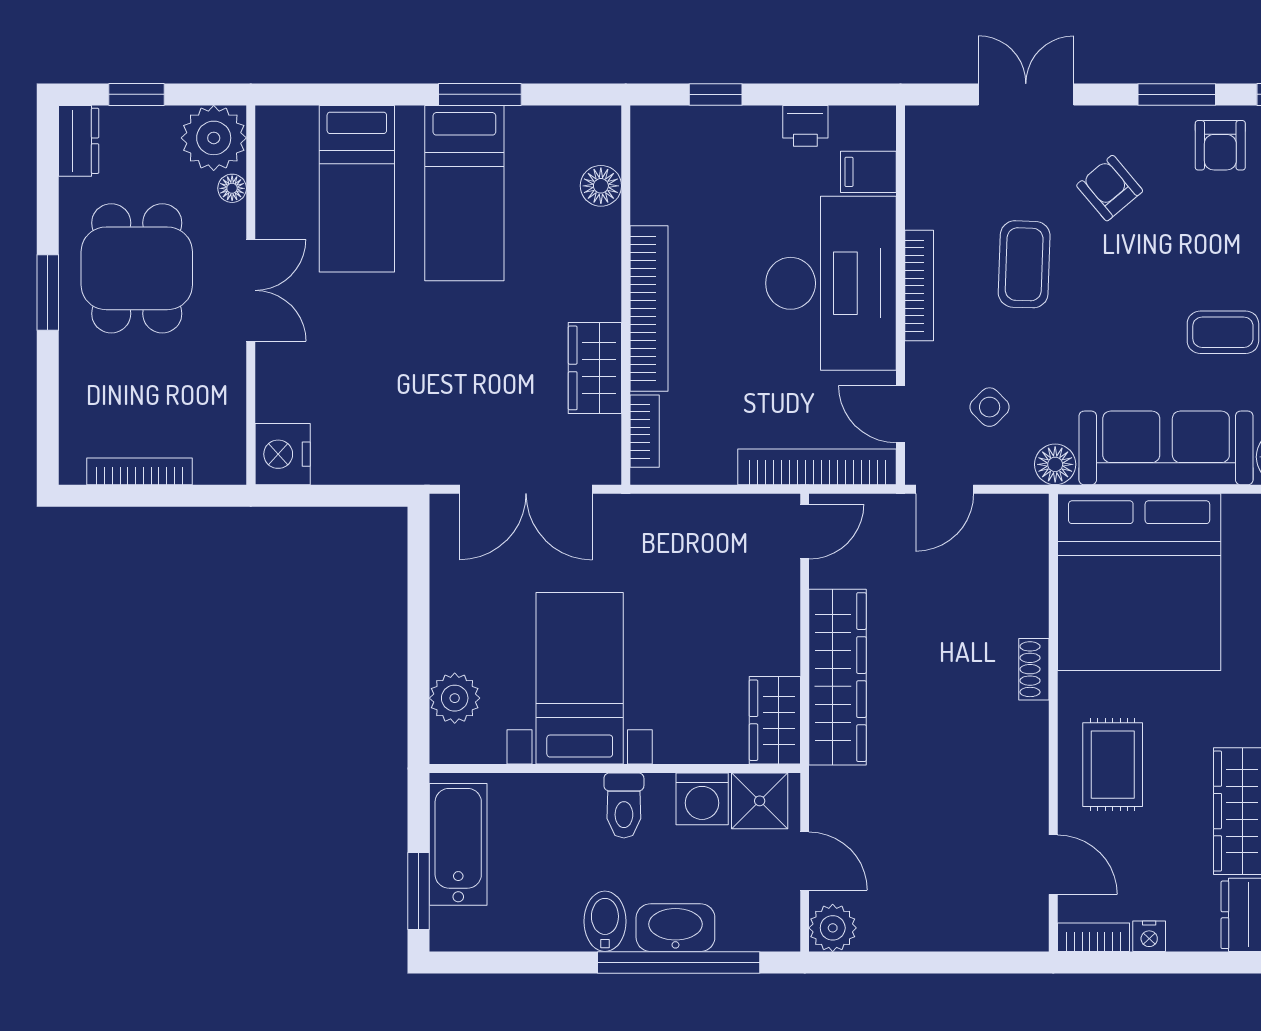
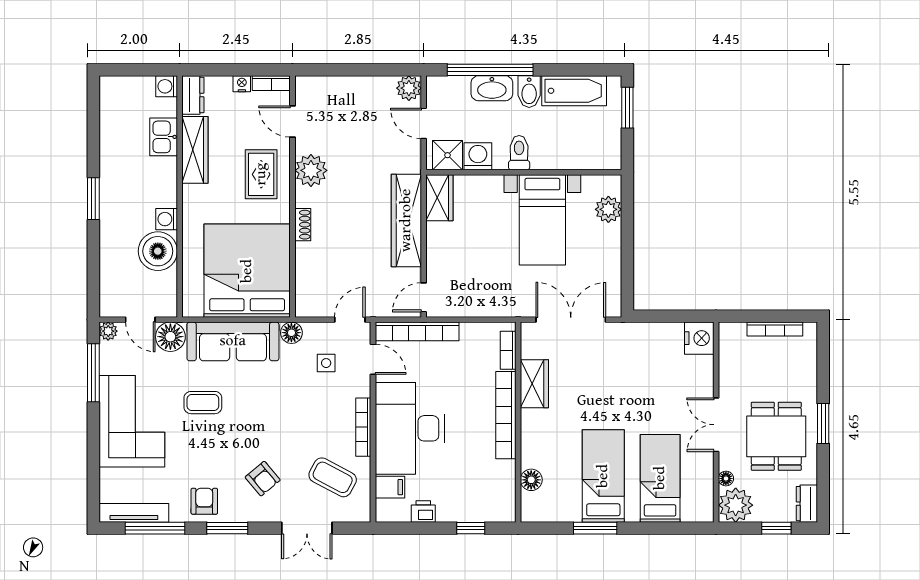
coffee table: (1024, 264) -> (333, 477), moved, turned -64
side table: (990, 407) -> (326, 363), turned 45
plant: (1018, 772) -> (311, 170), added
bathtub: (458, 844) -> (574, 91), moved, turned -90

